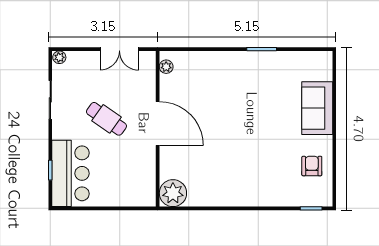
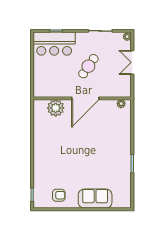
double door: (119, 49) -> (132, 62), moved
plant: (173, 193) -> (56, 108), moved

